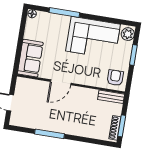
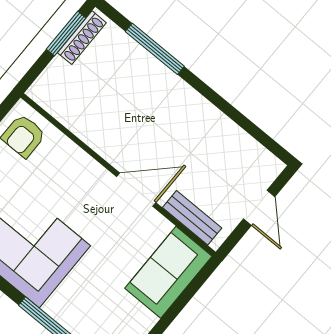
bench: (111, 97) -> (192, 218), moved
window: (50, 134) -> (155, 49), moved

